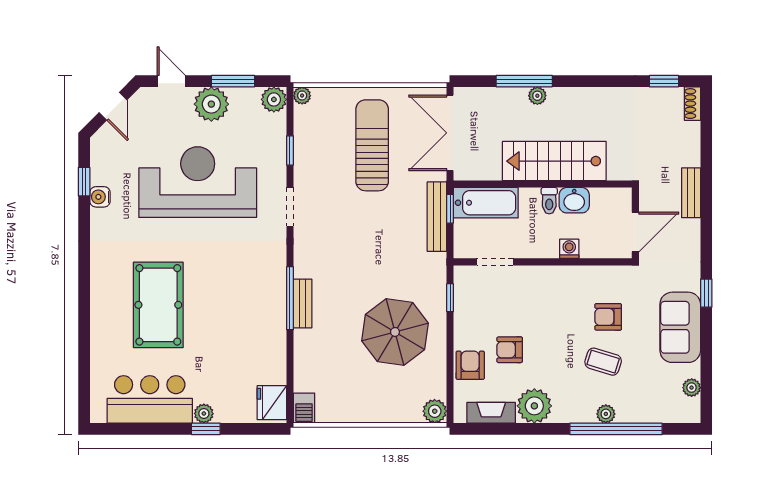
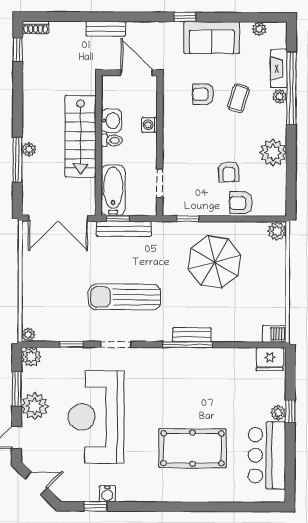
sun lounger: (372, 145) -> (124, 297), moved
armchair: (608, 317) -> (203, 94), turned 90
fireplace: (491, 413) -> (279, 69), moved

